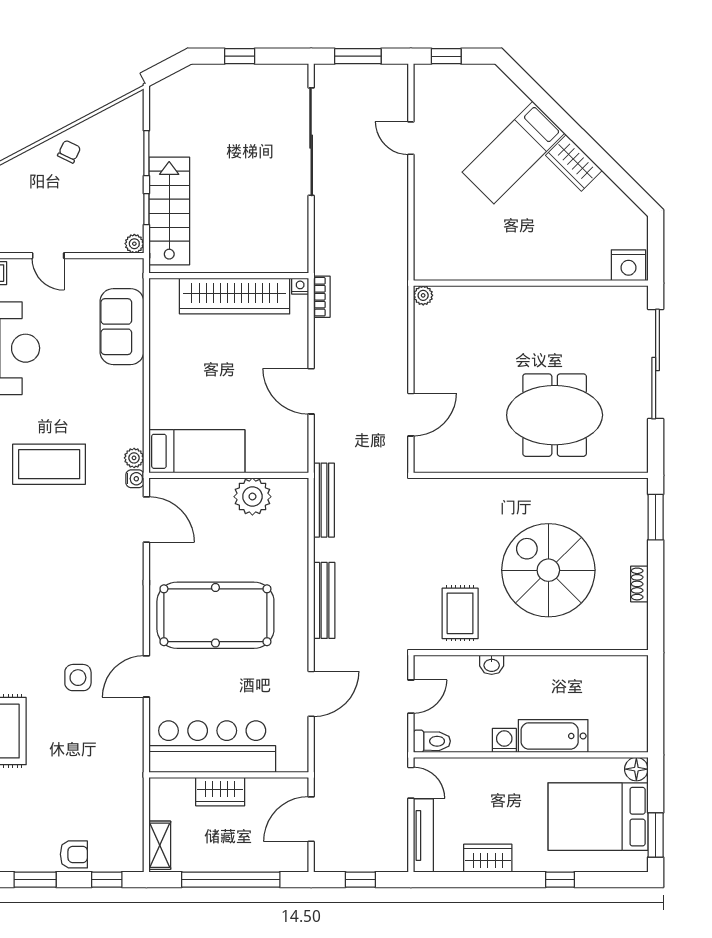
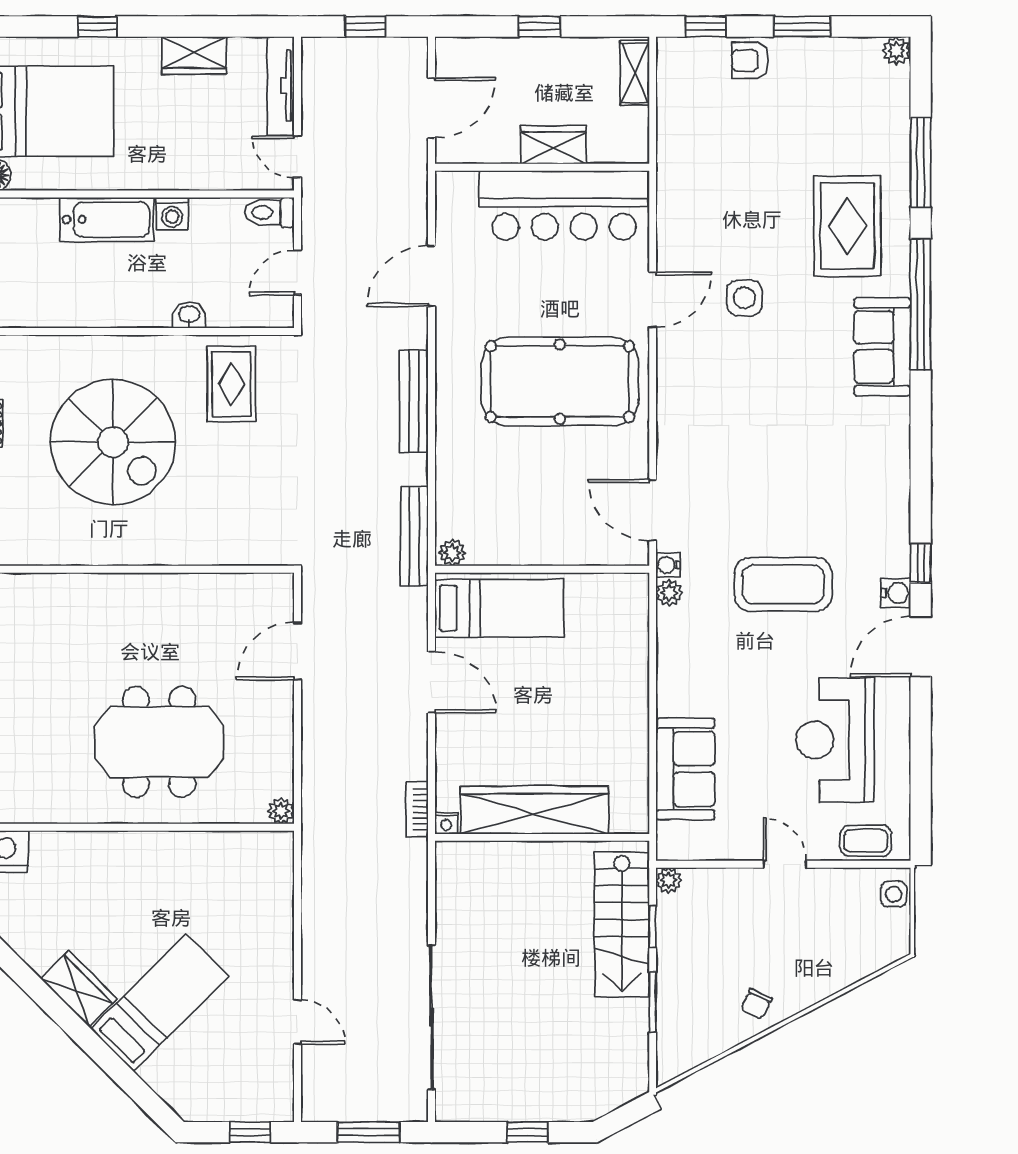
meeting table: (555, 415) -> (159, 742), moved
bed: (197, 451) -> (499, 608), moved, turned 180
plant: (252, 497) -> (452, 553), moved, width x0.53, depth x0.53
window: (231, 880) -> (539, 27), width x0.32

